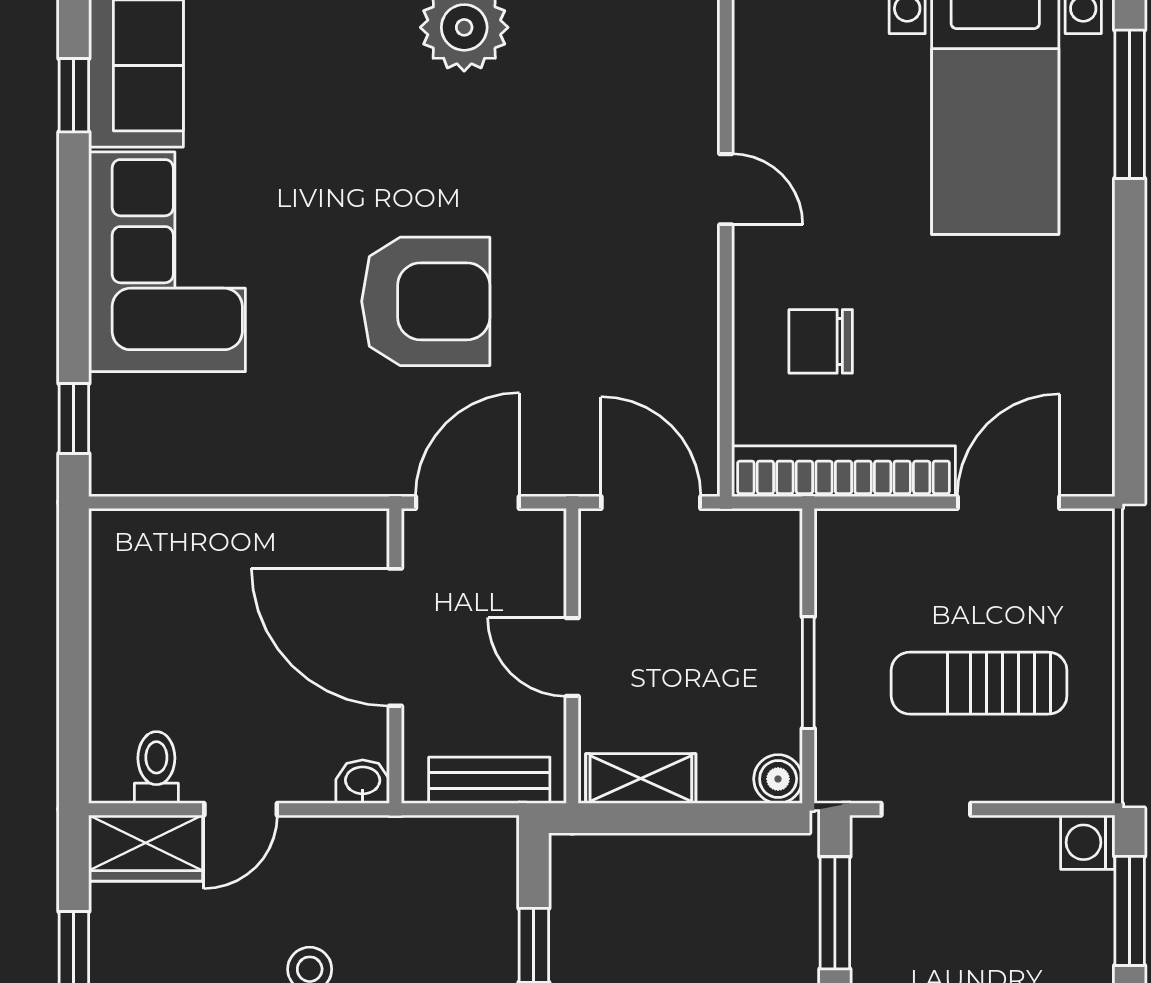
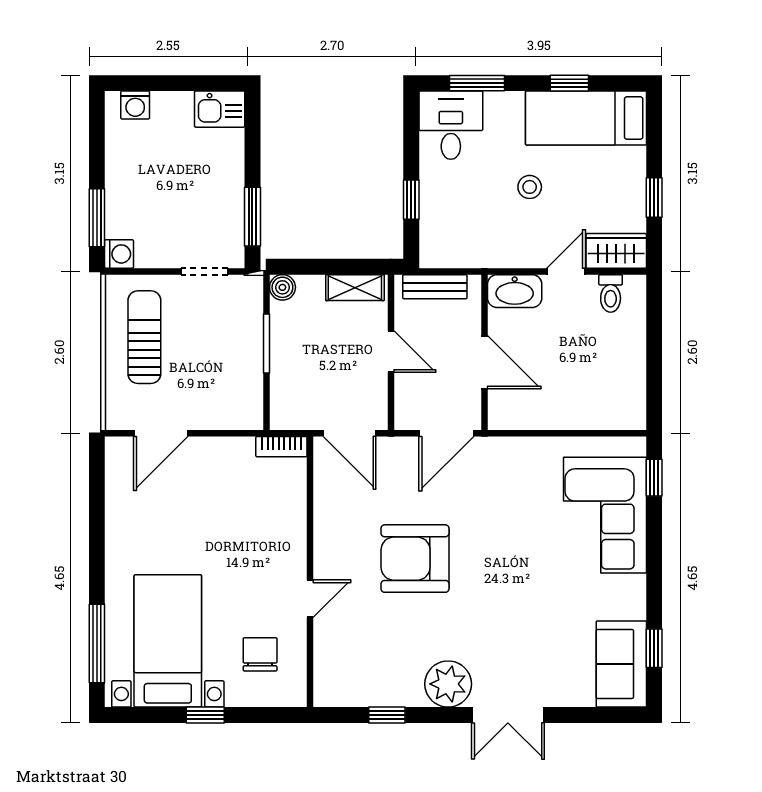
door: (726, 189) -> (310, 599), swing flipped
corner sofa: (167, 262) -> (605, 515), moved
armchair: (426, 301) -> (415, 559), moved
chair: (821, 341) -> (260, 654), moved, turned -90
bookcase: (844, 471) -> (281, 447), width x0.43, depth x0.76
door: (395, 637) -> (484, 362), width x0.73
sun lounger: (979, 683) -> (144, 337), moved, turned -90
washbasin: (363, 782) -> (515, 291), width x1.91, depth x1.45

